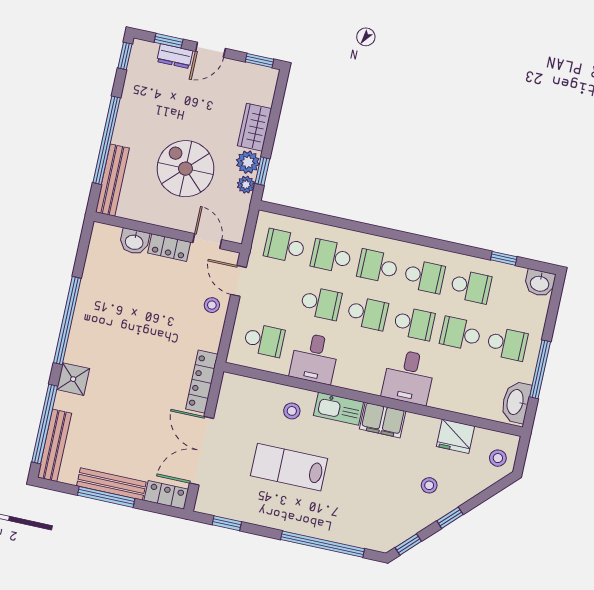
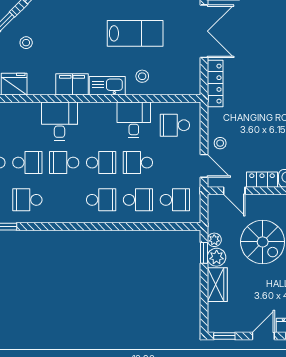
school desk: (424, 276) -> (64, 200), removed
school desk: (367, 313) -> (101, 163), turned 180

